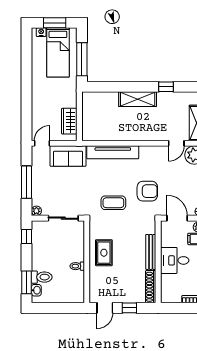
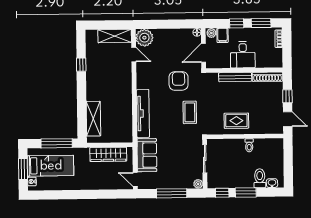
shelving: (138, 99) -> (93, 119), moved
wardrobe: (69, 121) -> (108, 154), width x1.50
window: (27, 282) -> (246, 192), moved

